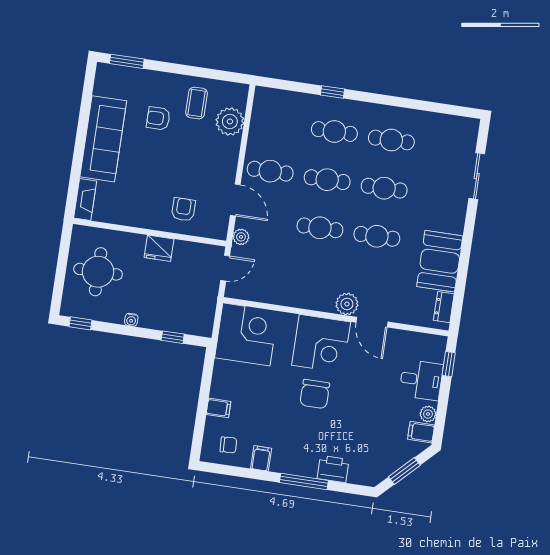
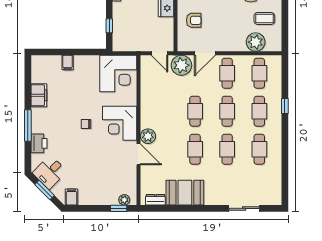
cafe table: (277, 123) -> (259, 73), added
plant: (241, 237) -> (181, 65), width x1.88, depth x1.88
door: (372, 322) -> (139, 154), swing flipped
desk: (421, 380) -> (50, 172), moved, turned 45
chair: (315, 394) -> (86, 124), width x0.54, depth x0.54
plant: (428, 414) -> (124, 200), moved
chair: (228, 445) -> (44, 73), removed
filing cabinet: (261, 458) -> (39, 95), width x2.00

